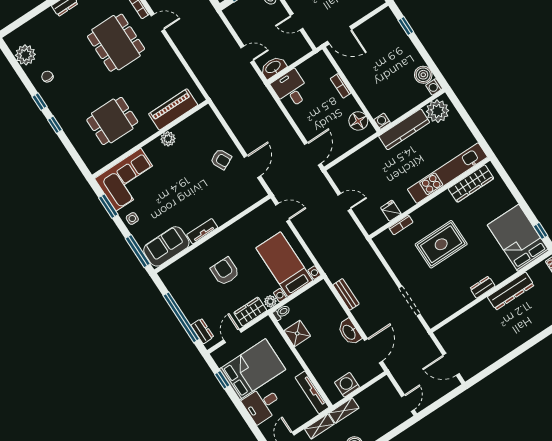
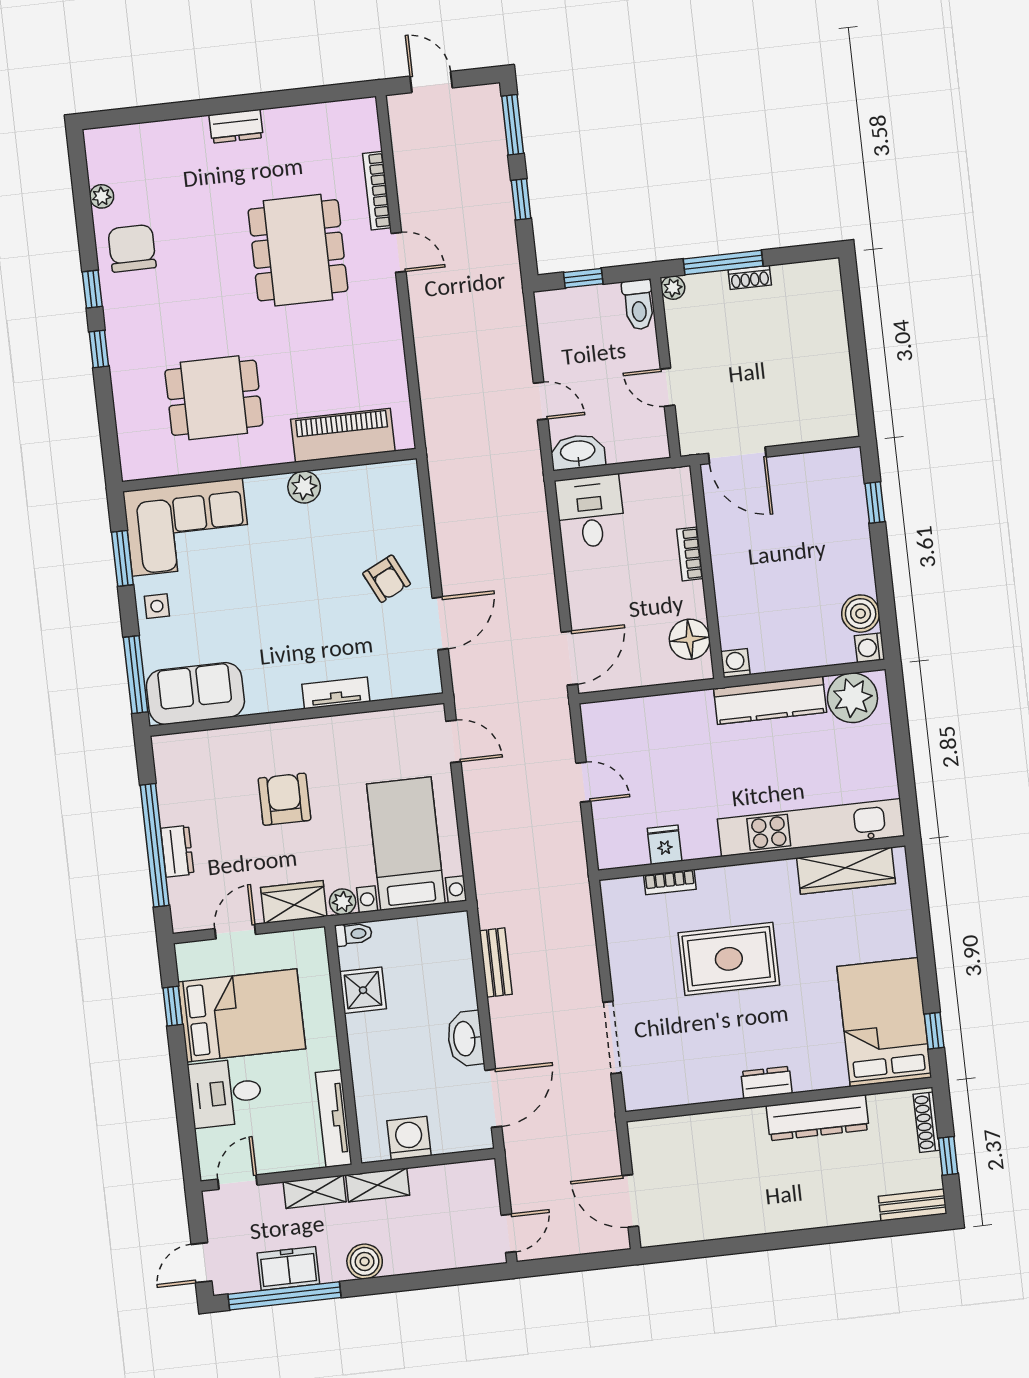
plant: (25, 55) -> (102, 196), width x0.53, depth x0.53
chair: (47, 77) -> (132, 248), width x1.87, depth x1.87
tv unit: (202, 231) -> (336, 693), moved
dresser: (202, 331) -> (177, 851), moved

